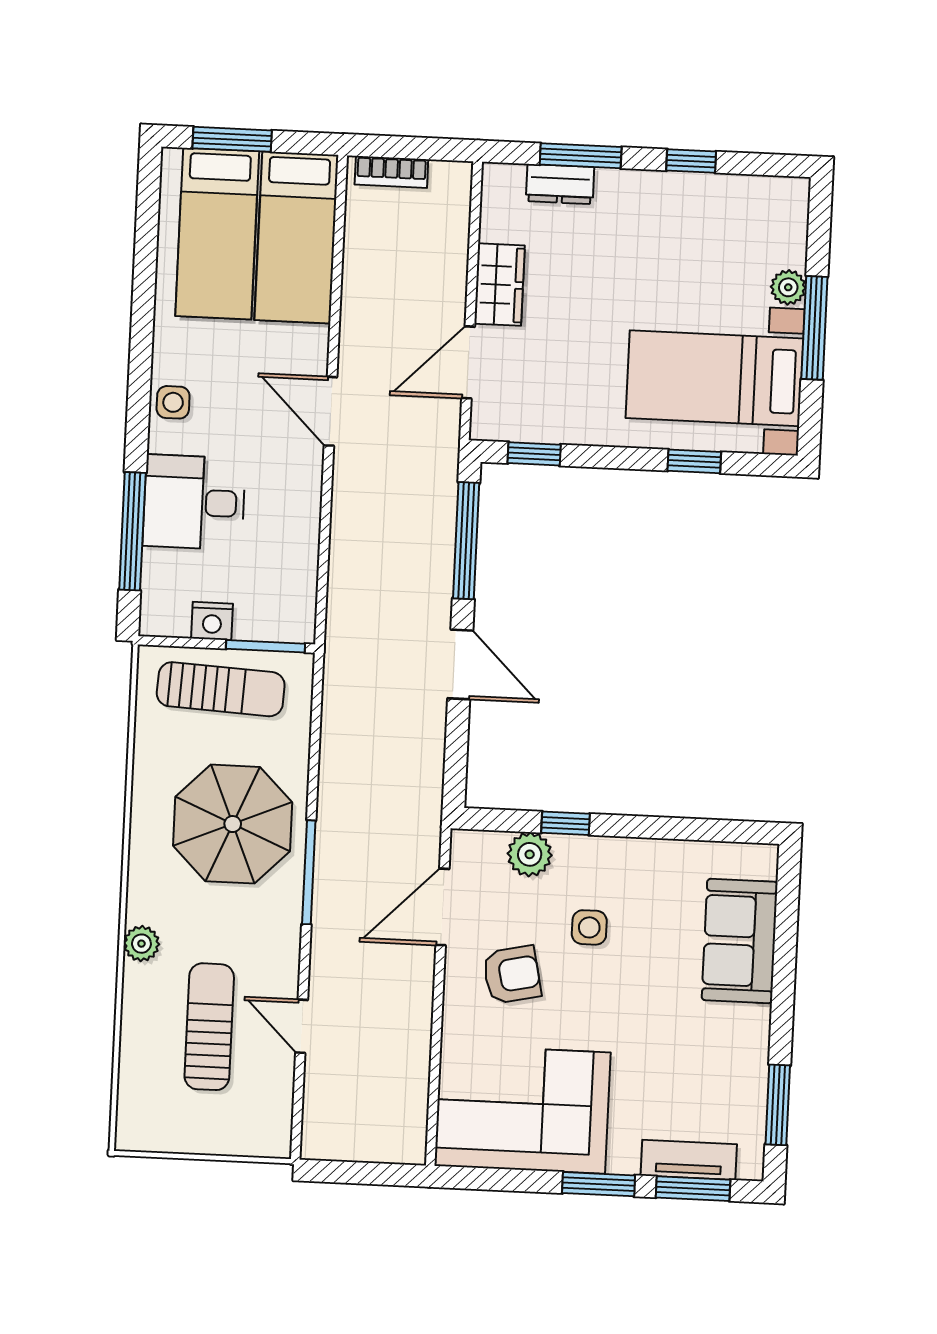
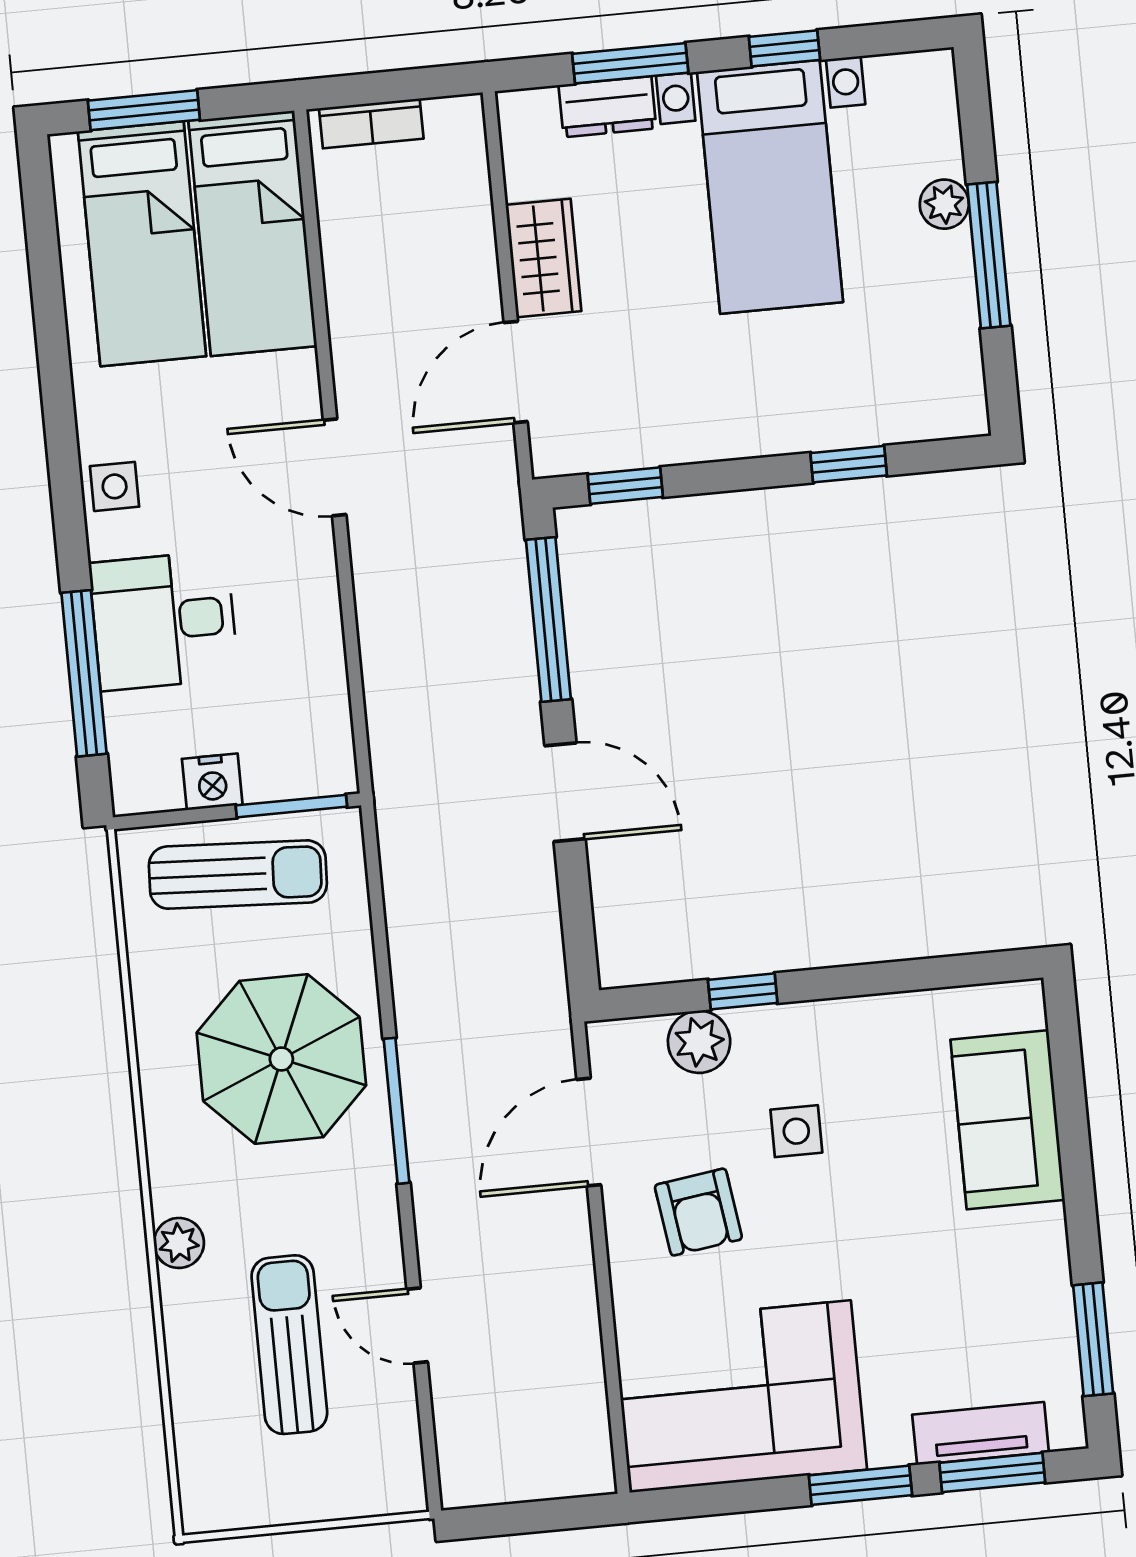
bed with nightstands: (715, 378) -> (770, 187), moved, turned -90
armchair: (512, 975) -> (698, 1212), turned 94

